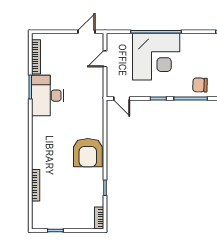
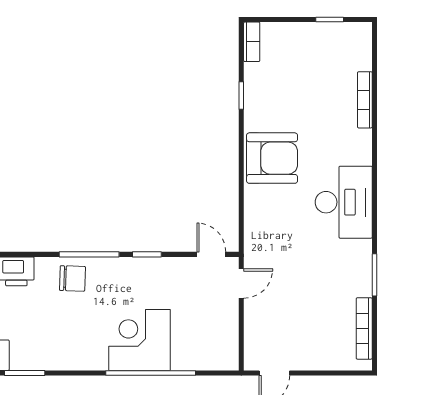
corner desk: (156, 57) -> (139, 340), width x0.74, depth x0.74
door: (105, 59) -> (241, 283), moved
desk: (47, 96) -> (344, 202), moved
armchair: (88, 153) -> (272, 158), turned 90

